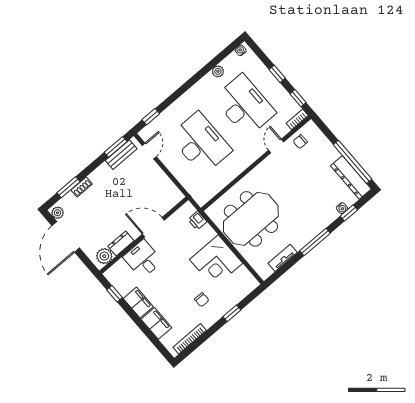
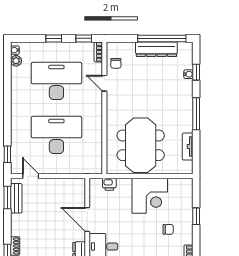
plant: (218, 71) -> (16, 61), moved
dresser: (351, 177) -> (156, 49), moved
door: (153, 227) -> (87, 219), hinge flipped

